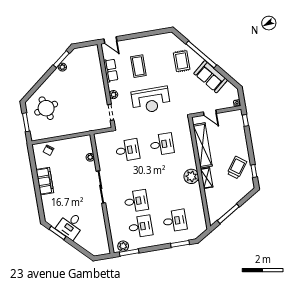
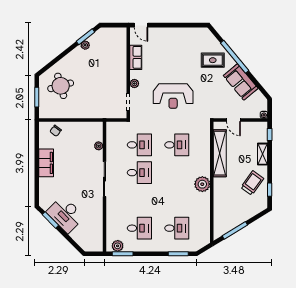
rug: (182, 61) -> (213, 60), turned 90
coffee table: (138, 66) -> (166, 58), removed
shelving: (207, 178) -> (263, 154), moved
desk: (136, 201) -> (139, 173), moved
desk: (71, 225) -> (65, 214), width x1.37

